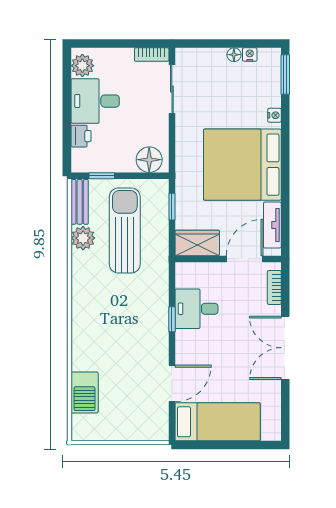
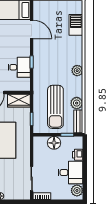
floor lamp: (149, 160) -> (54, 143), moved
plant: (82, 302) -> (77, 71), added
door: (172, 383) -> (32, 29), swing flipped

